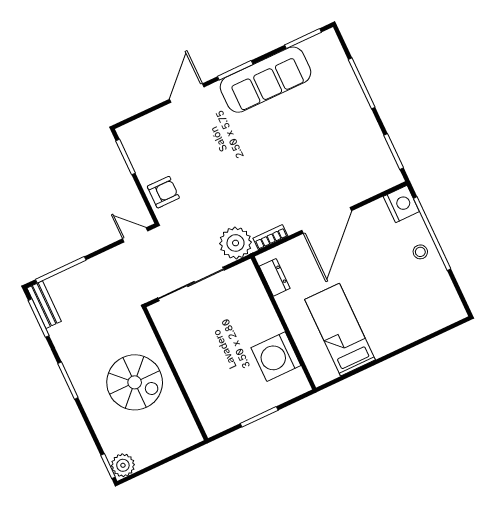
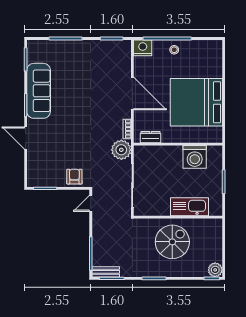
bed: (340, 330) -> (196, 102), width x2.04
kitchen sink: (199, 383) -> (189, 207), added

